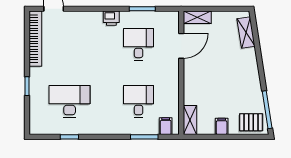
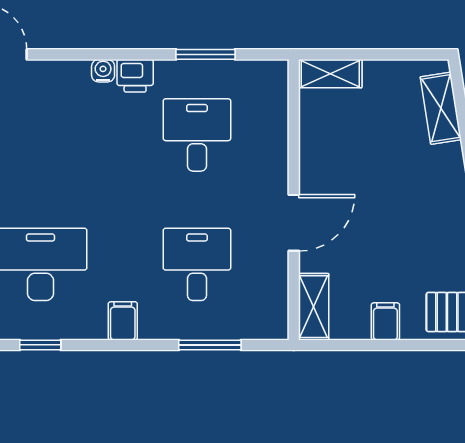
water cooler: (97, 16) -> (103, 71), added
door: (181, 46) -> (294, 223), moved
filing cabinet: (166, 126) -> (123, 321), moved

